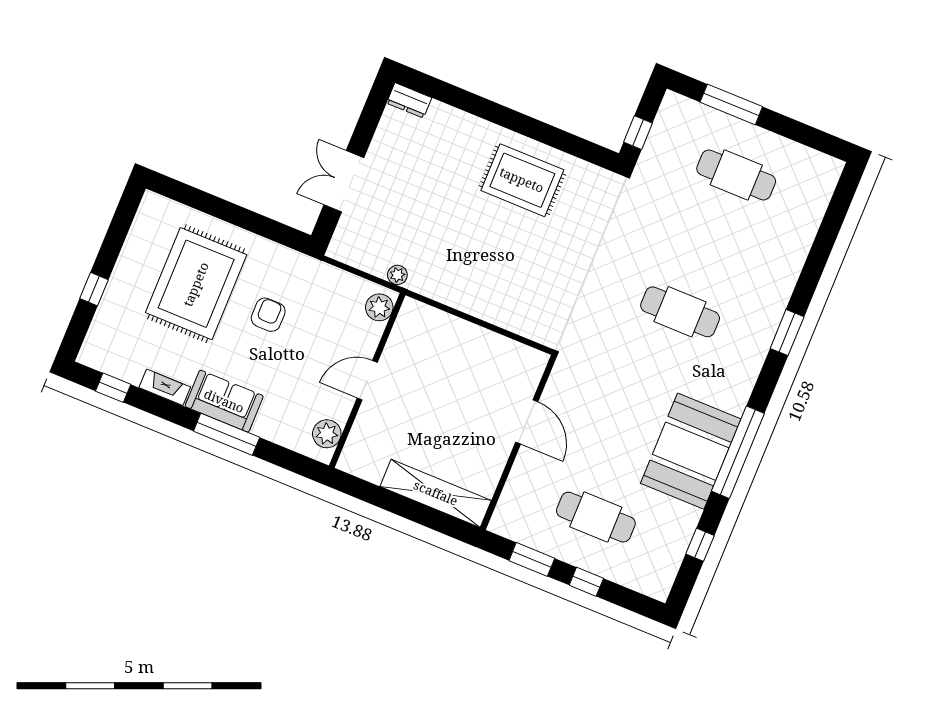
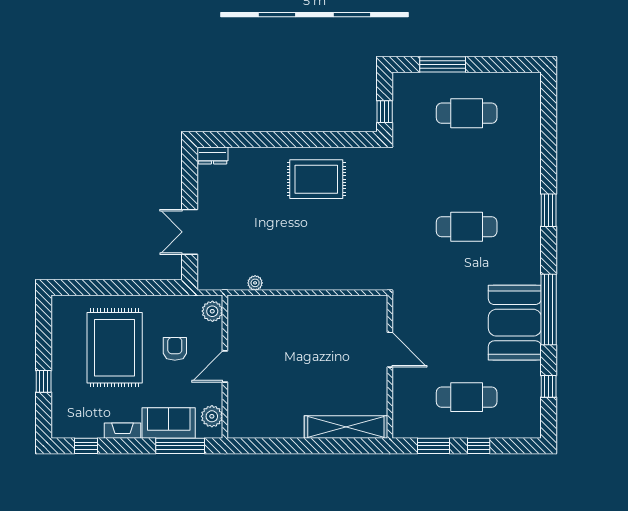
plant: (379, 307) -> (212, 311), moved
door: (367, 380) -> (225, 366), moved
wall: (367, 380) -> (225, 367), moved
plant: (327, 434) -> (212, 416), moved

